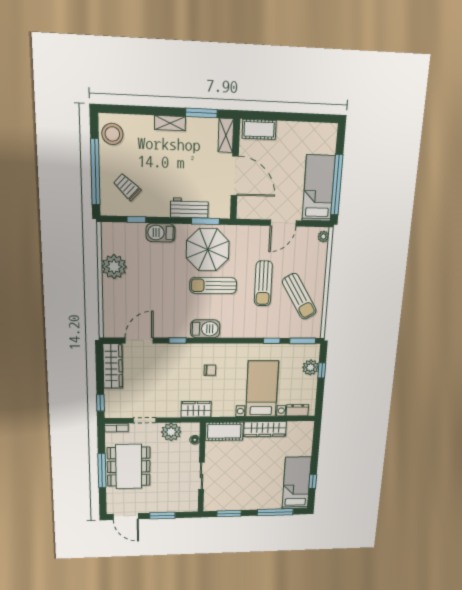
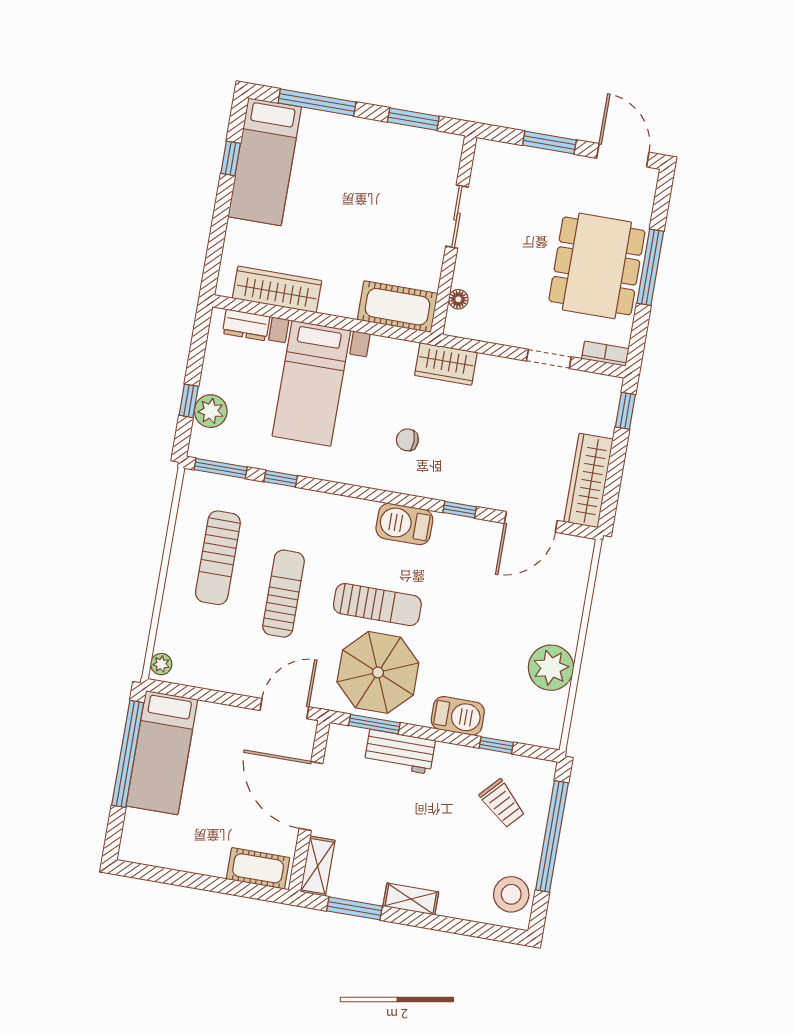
door: (283, 223) -> (284, 709), moved
sun lounger: (299, 296) -> (218, 558), turned -149
wardrobe: (265, 429) -> (277, 289), moved
plant: (171, 432) -> (502, 325), removed

